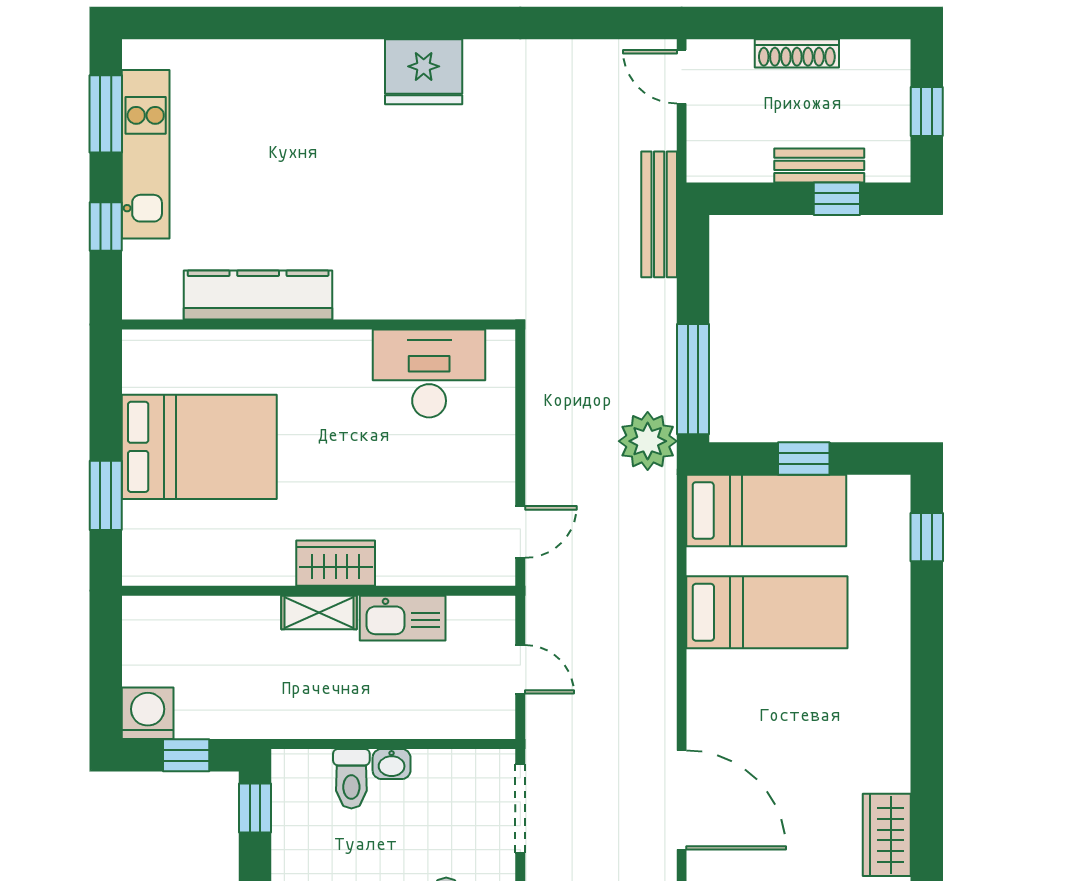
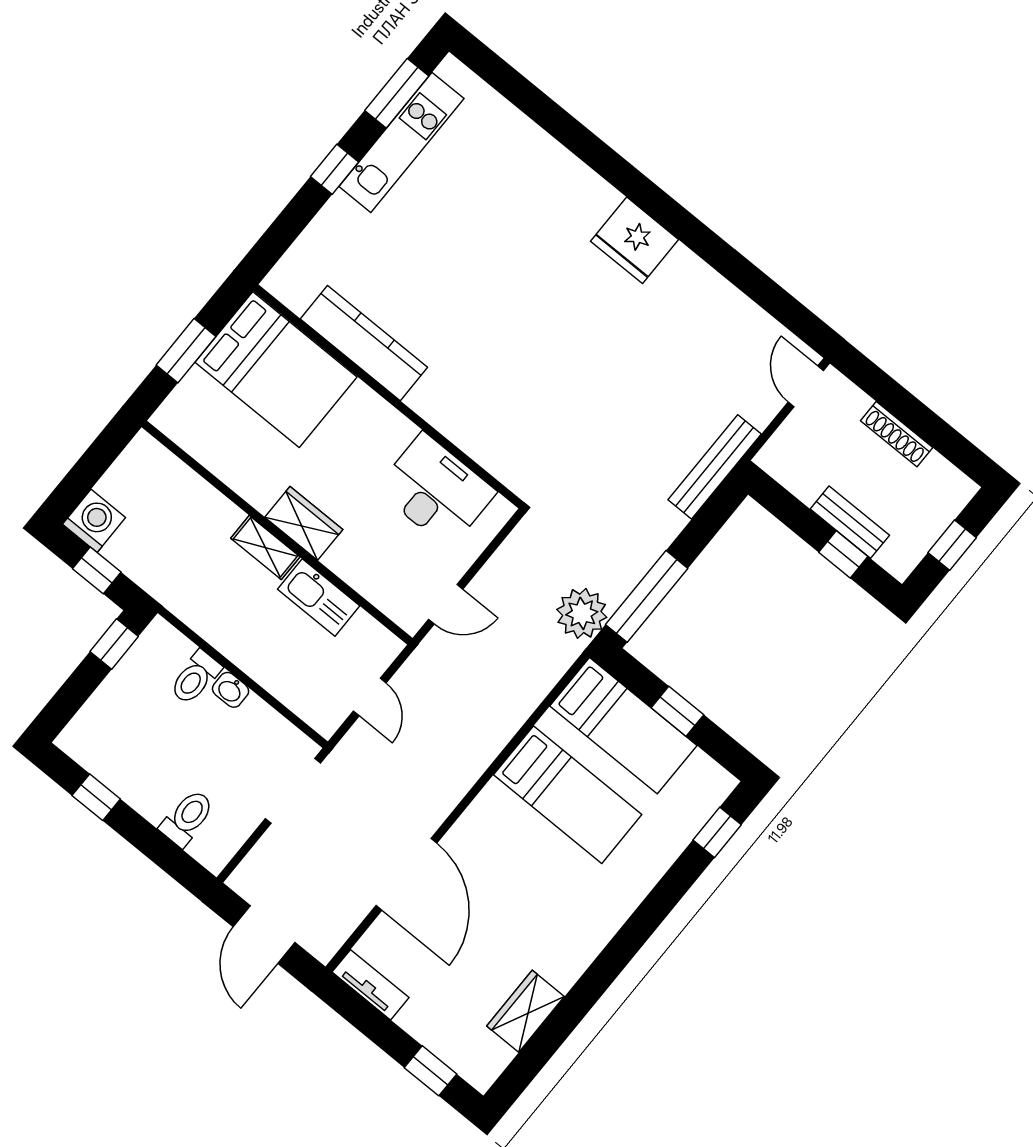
kitchen counter: (258, 295) -> (364, 343), moved
wall: (319, 325) -> (388, 397), moved
desk: (429, 373) -> (436, 491), moved

